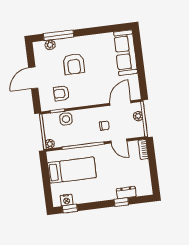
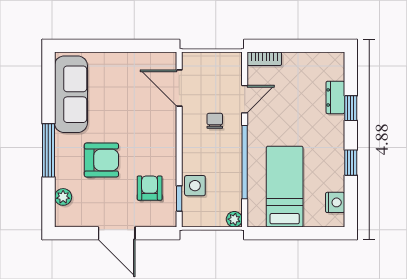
window: (59, 35) -> (48, 150), moved
sofa: (126, 53) -> (71, 94), moved, turned -90
armchair: (61, 93) -> (150, 188), turned 180
plant: (138, 116) -> (206, 60), removed
window: (70, 209) -> (351, 163), moved

